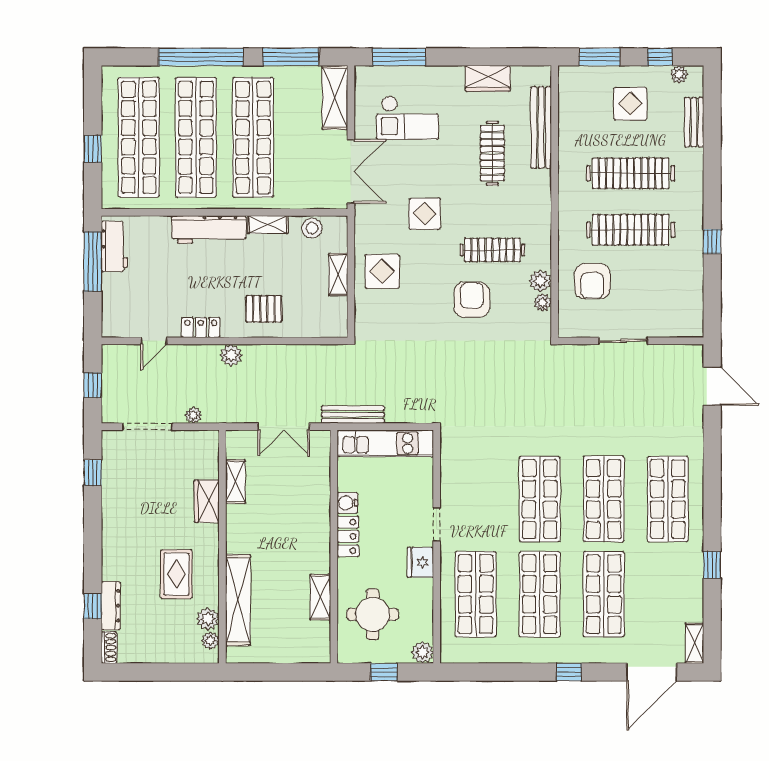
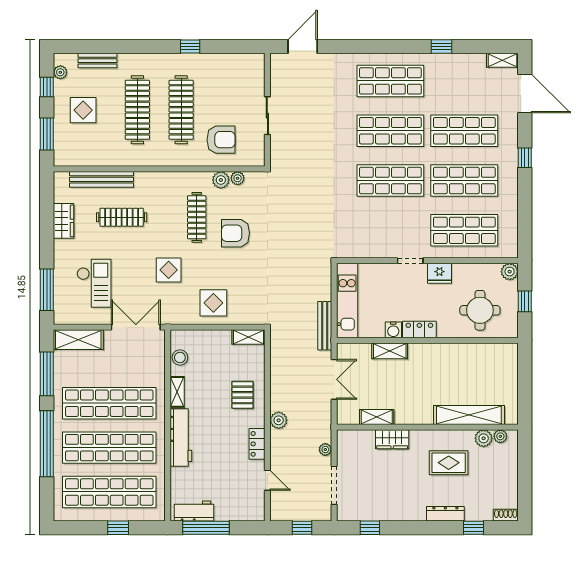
shelving: (338, 275) -> (248, 337), moved
shelving: (320, 597) -> (390, 351), moved
dresser: (111, 606) -> (445, 514), moved

